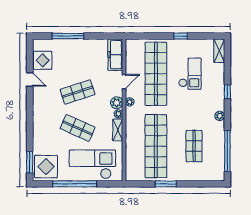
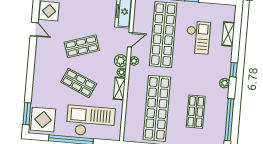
shelving: (219, 51) -> (228, 34), moved
window: (227, 92) -> (234, 70), moved

